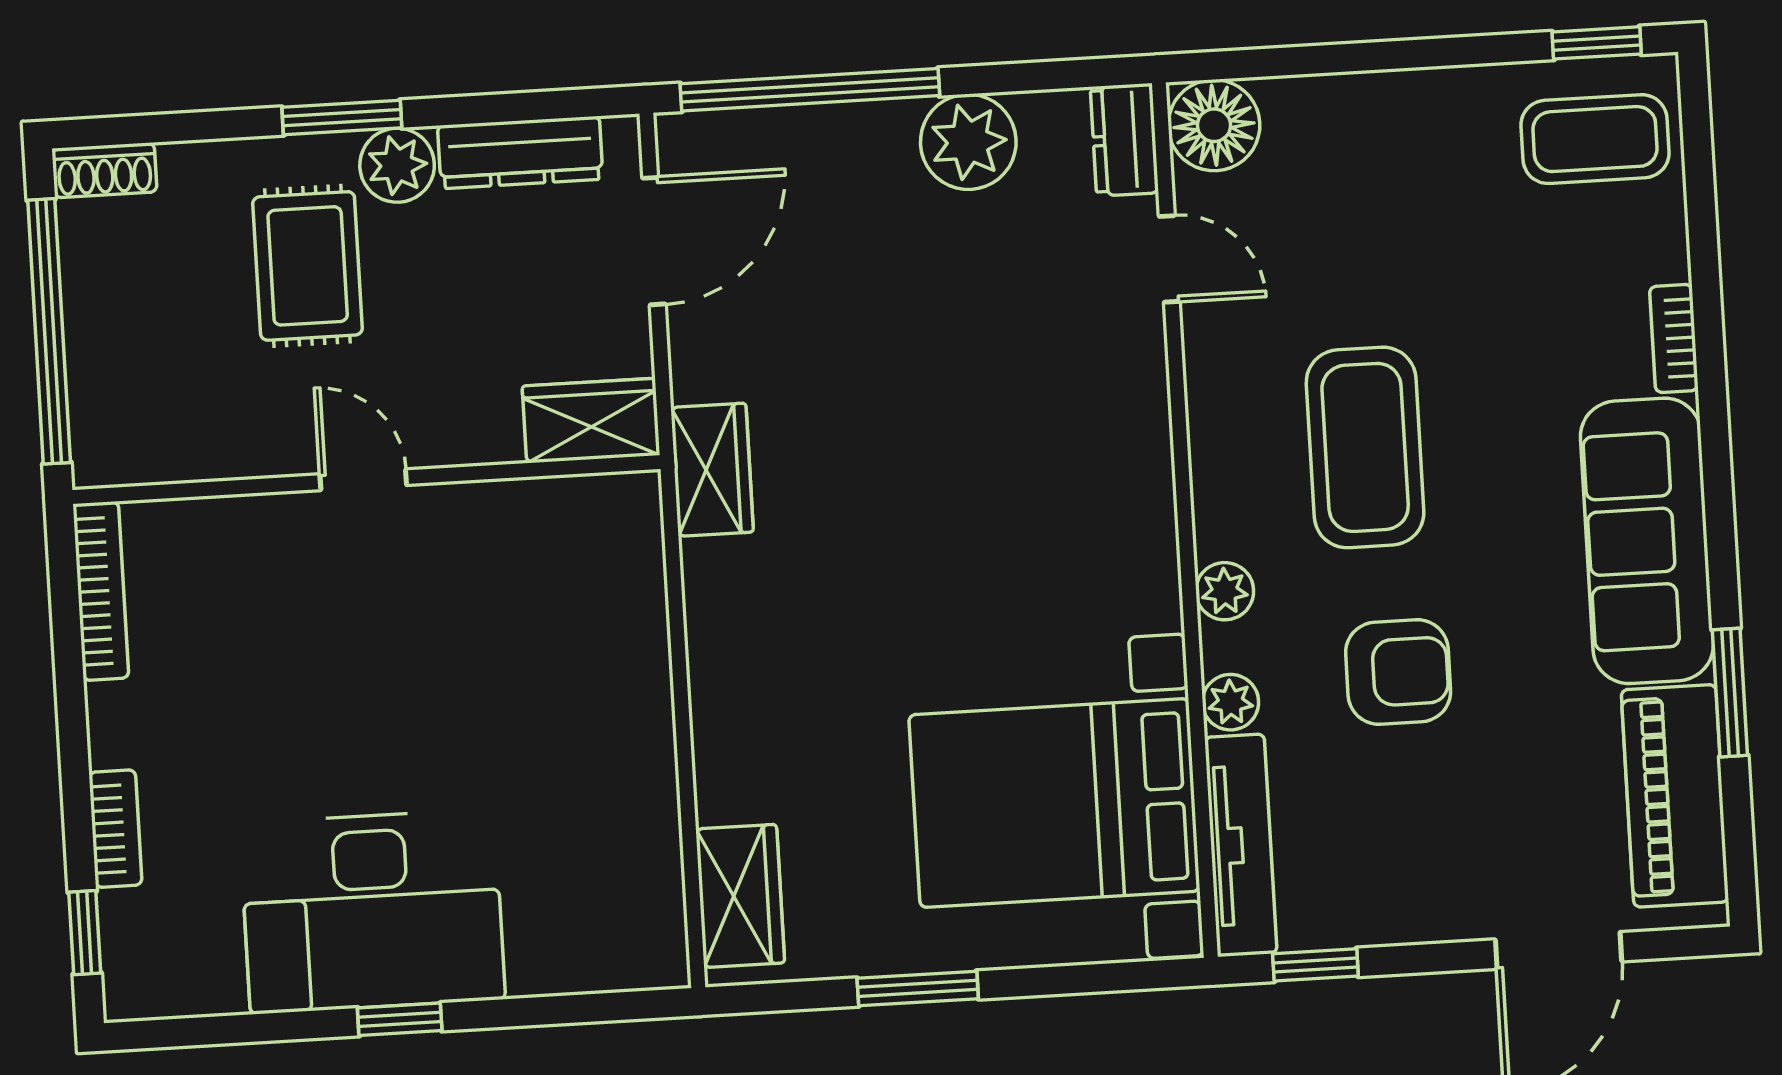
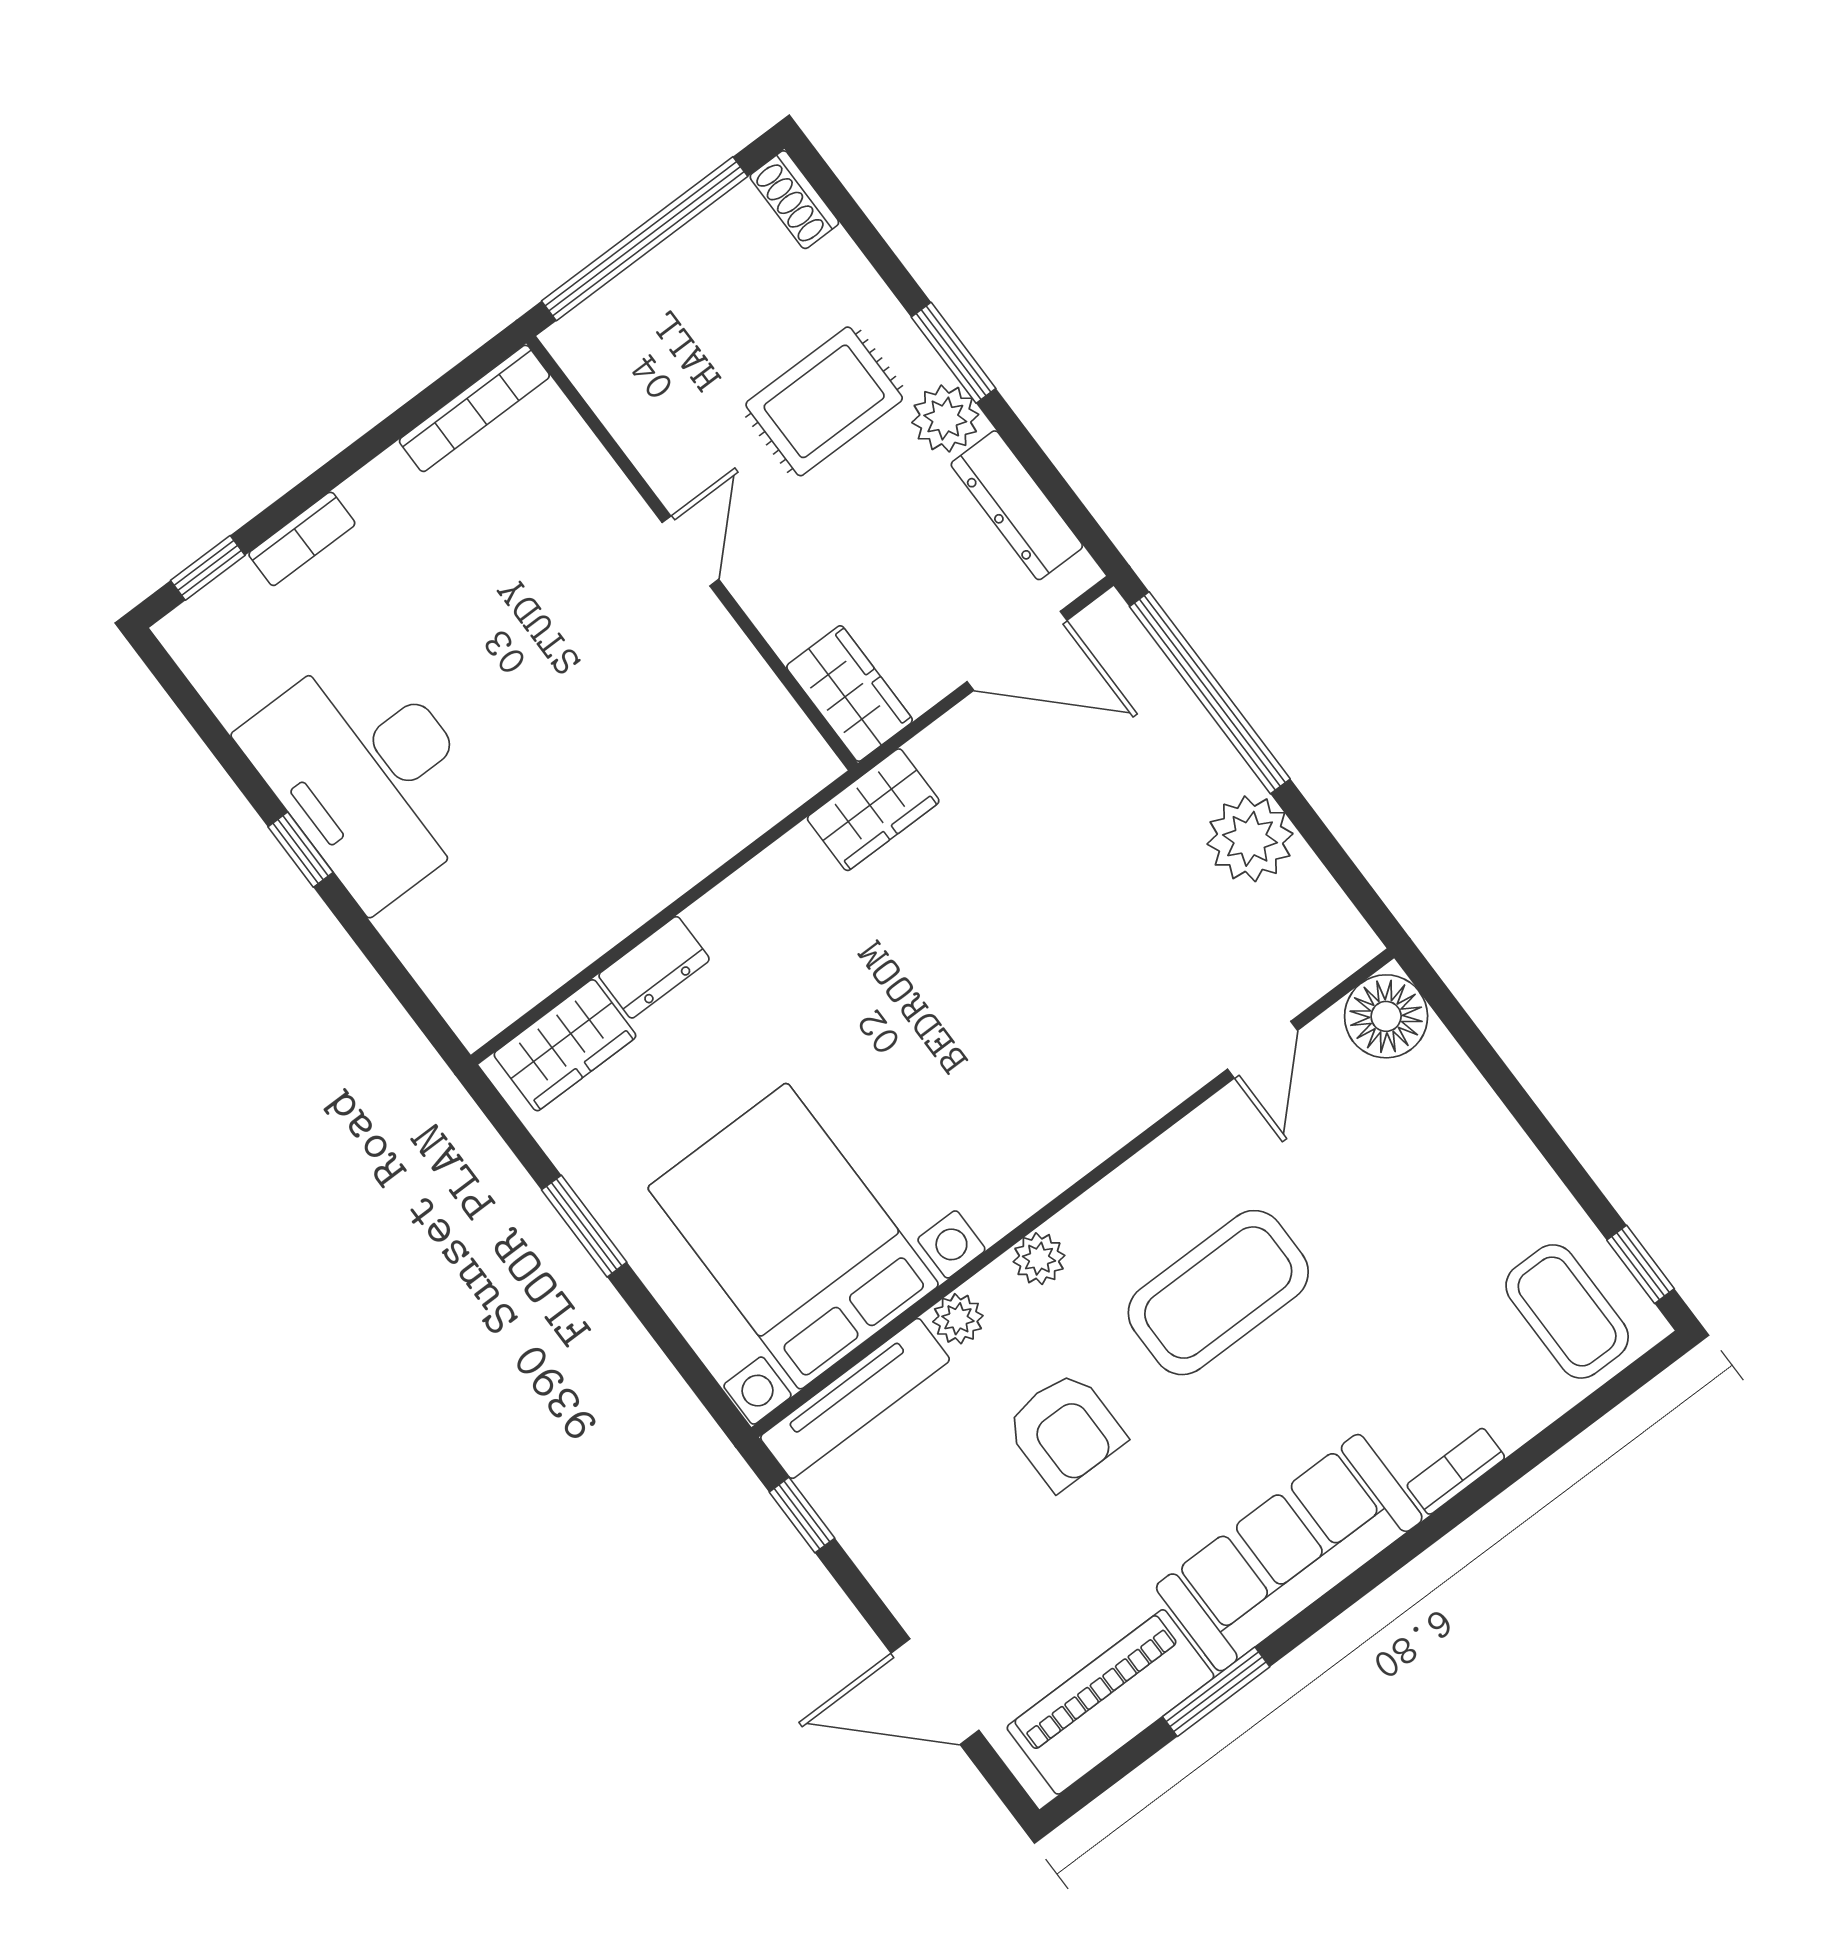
dresser: (1124, 140) -> (654, 967), moved, turned 180

